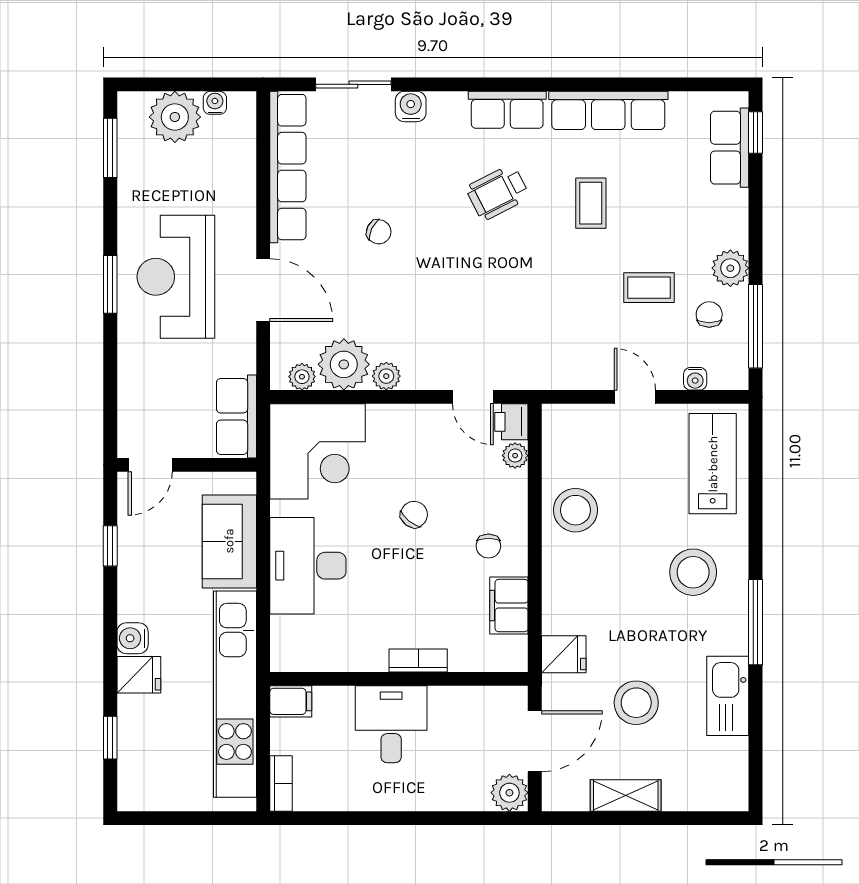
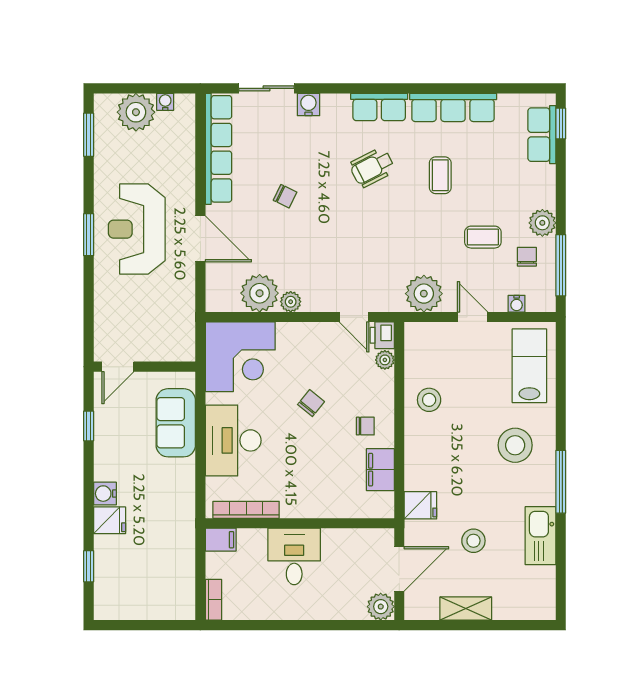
plant: (302, 377) -> (424, 294), moved, width x1.88, depth x1.88
row of seats: (236, 417) -> (181, 331), removed
stool: (576, 510) -> (429, 400), width x0.73, depth x0.73
chair: (488, 546) -> (365, 426), turned -90
bookcase: (418, 660) -> (246, 510), moved, width x1.56
kitchen unit: (235, 694) -> (180, 534), removed
stool: (636, 703) -> (473, 541), width x0.73, depth x0.73

